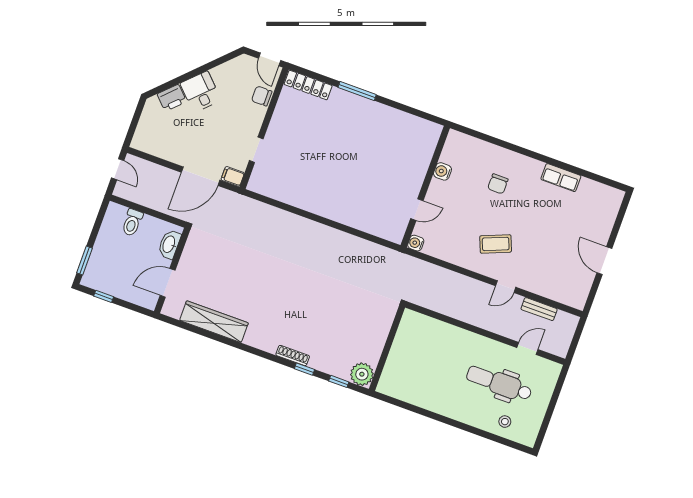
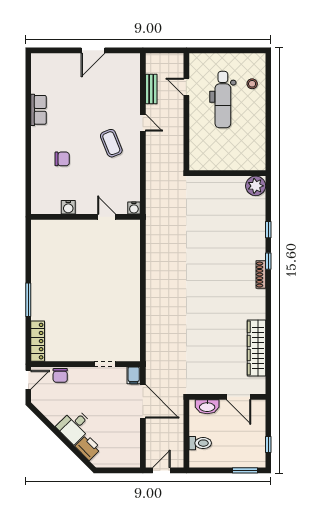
wall: (387, 348) -> (227, 173), moved
plant: (362, 374) -> (256, 186), moved

